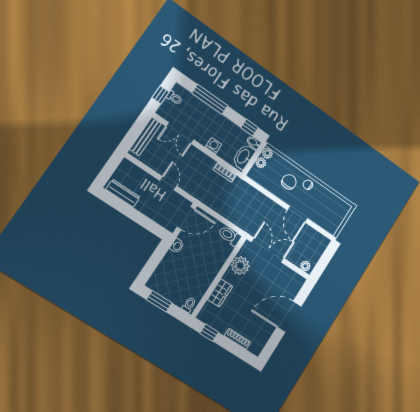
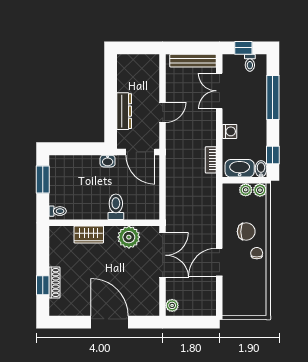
dresser: (123, 193) -> (124, 111), moved
toilet: (230, 236) -> (116, 207), moved
window: (209, 333) -> (43, 285), moved

